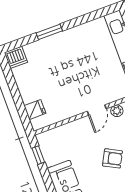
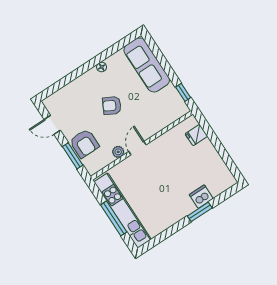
dishwasher: (16, 57) -> (201, 197), moved

